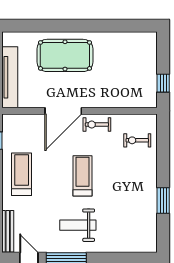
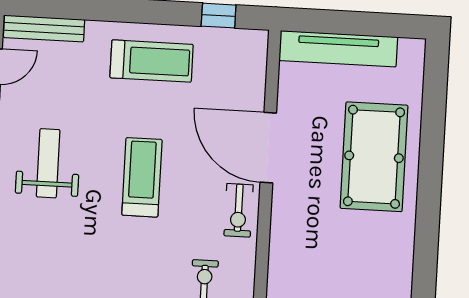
exercise bike: (97, 125) -> (238, 210), turned 180
treadmill: (82, 176) -> (142, 177), turned -90

